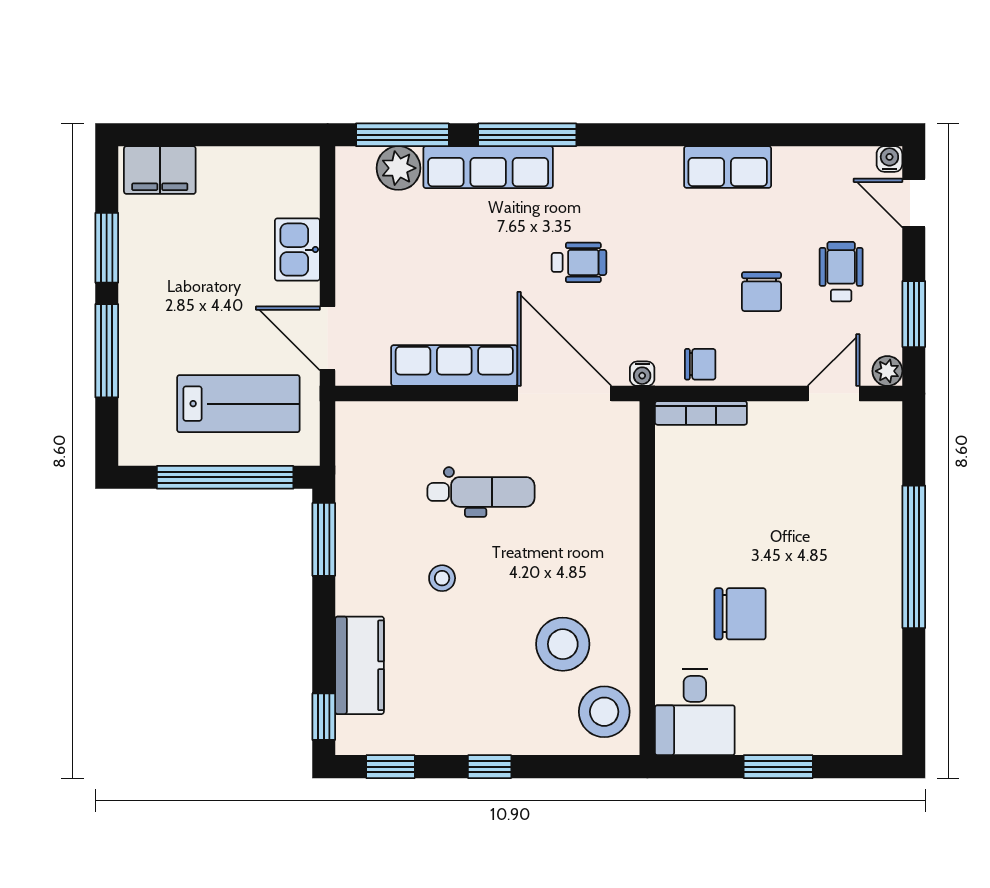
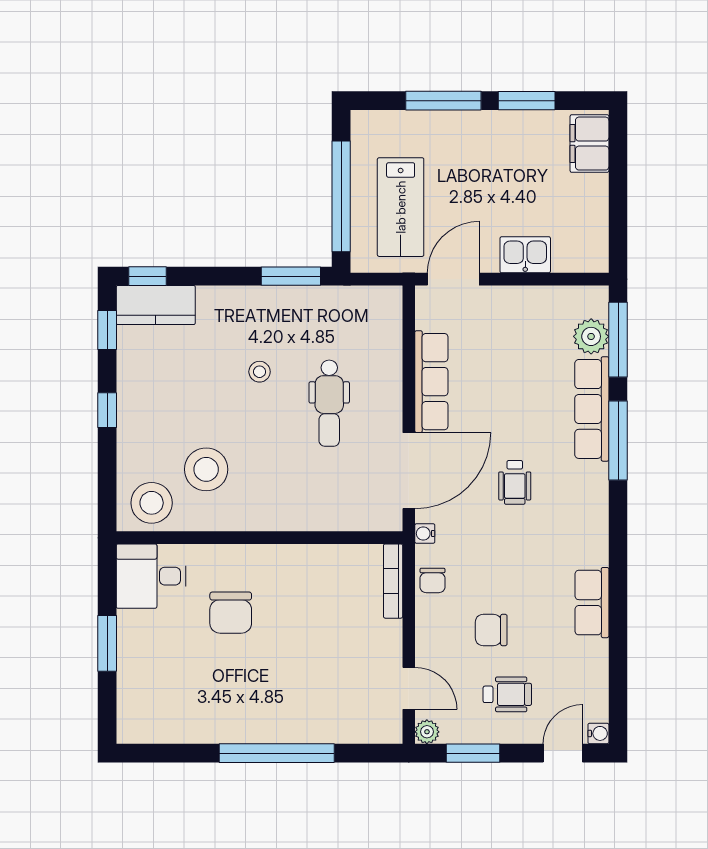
kitchen counter: (360, 665) -> (156, 305), moved

